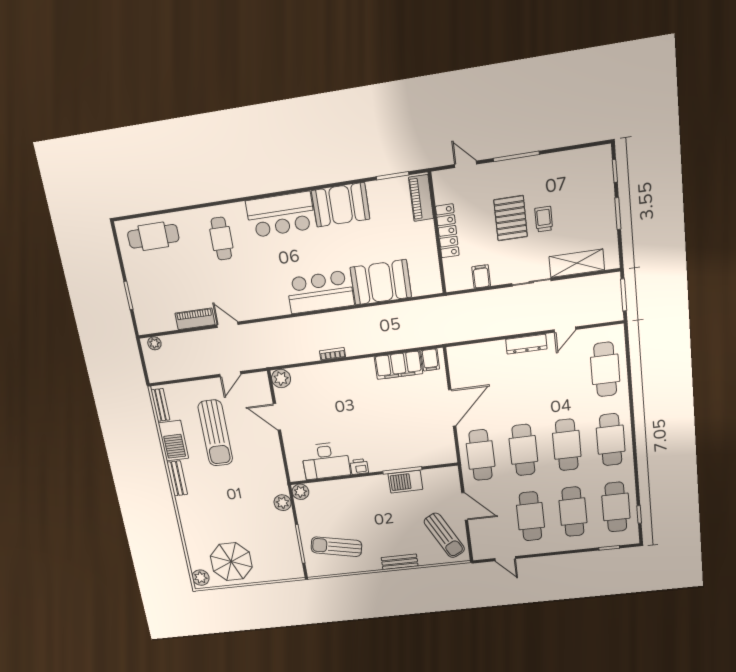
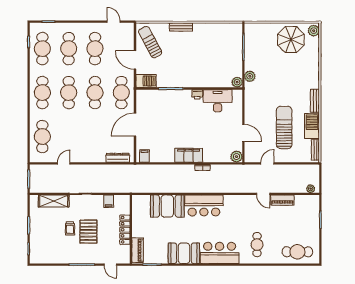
dresser: (526, 344) -> (118, 158), moved
filing cabinet: (398, 365) -> (189, 155), moved
barbecue: (405, 482) -> (146, 81), moved
sun lounger: (336, 547) -> (220, 42), removed

